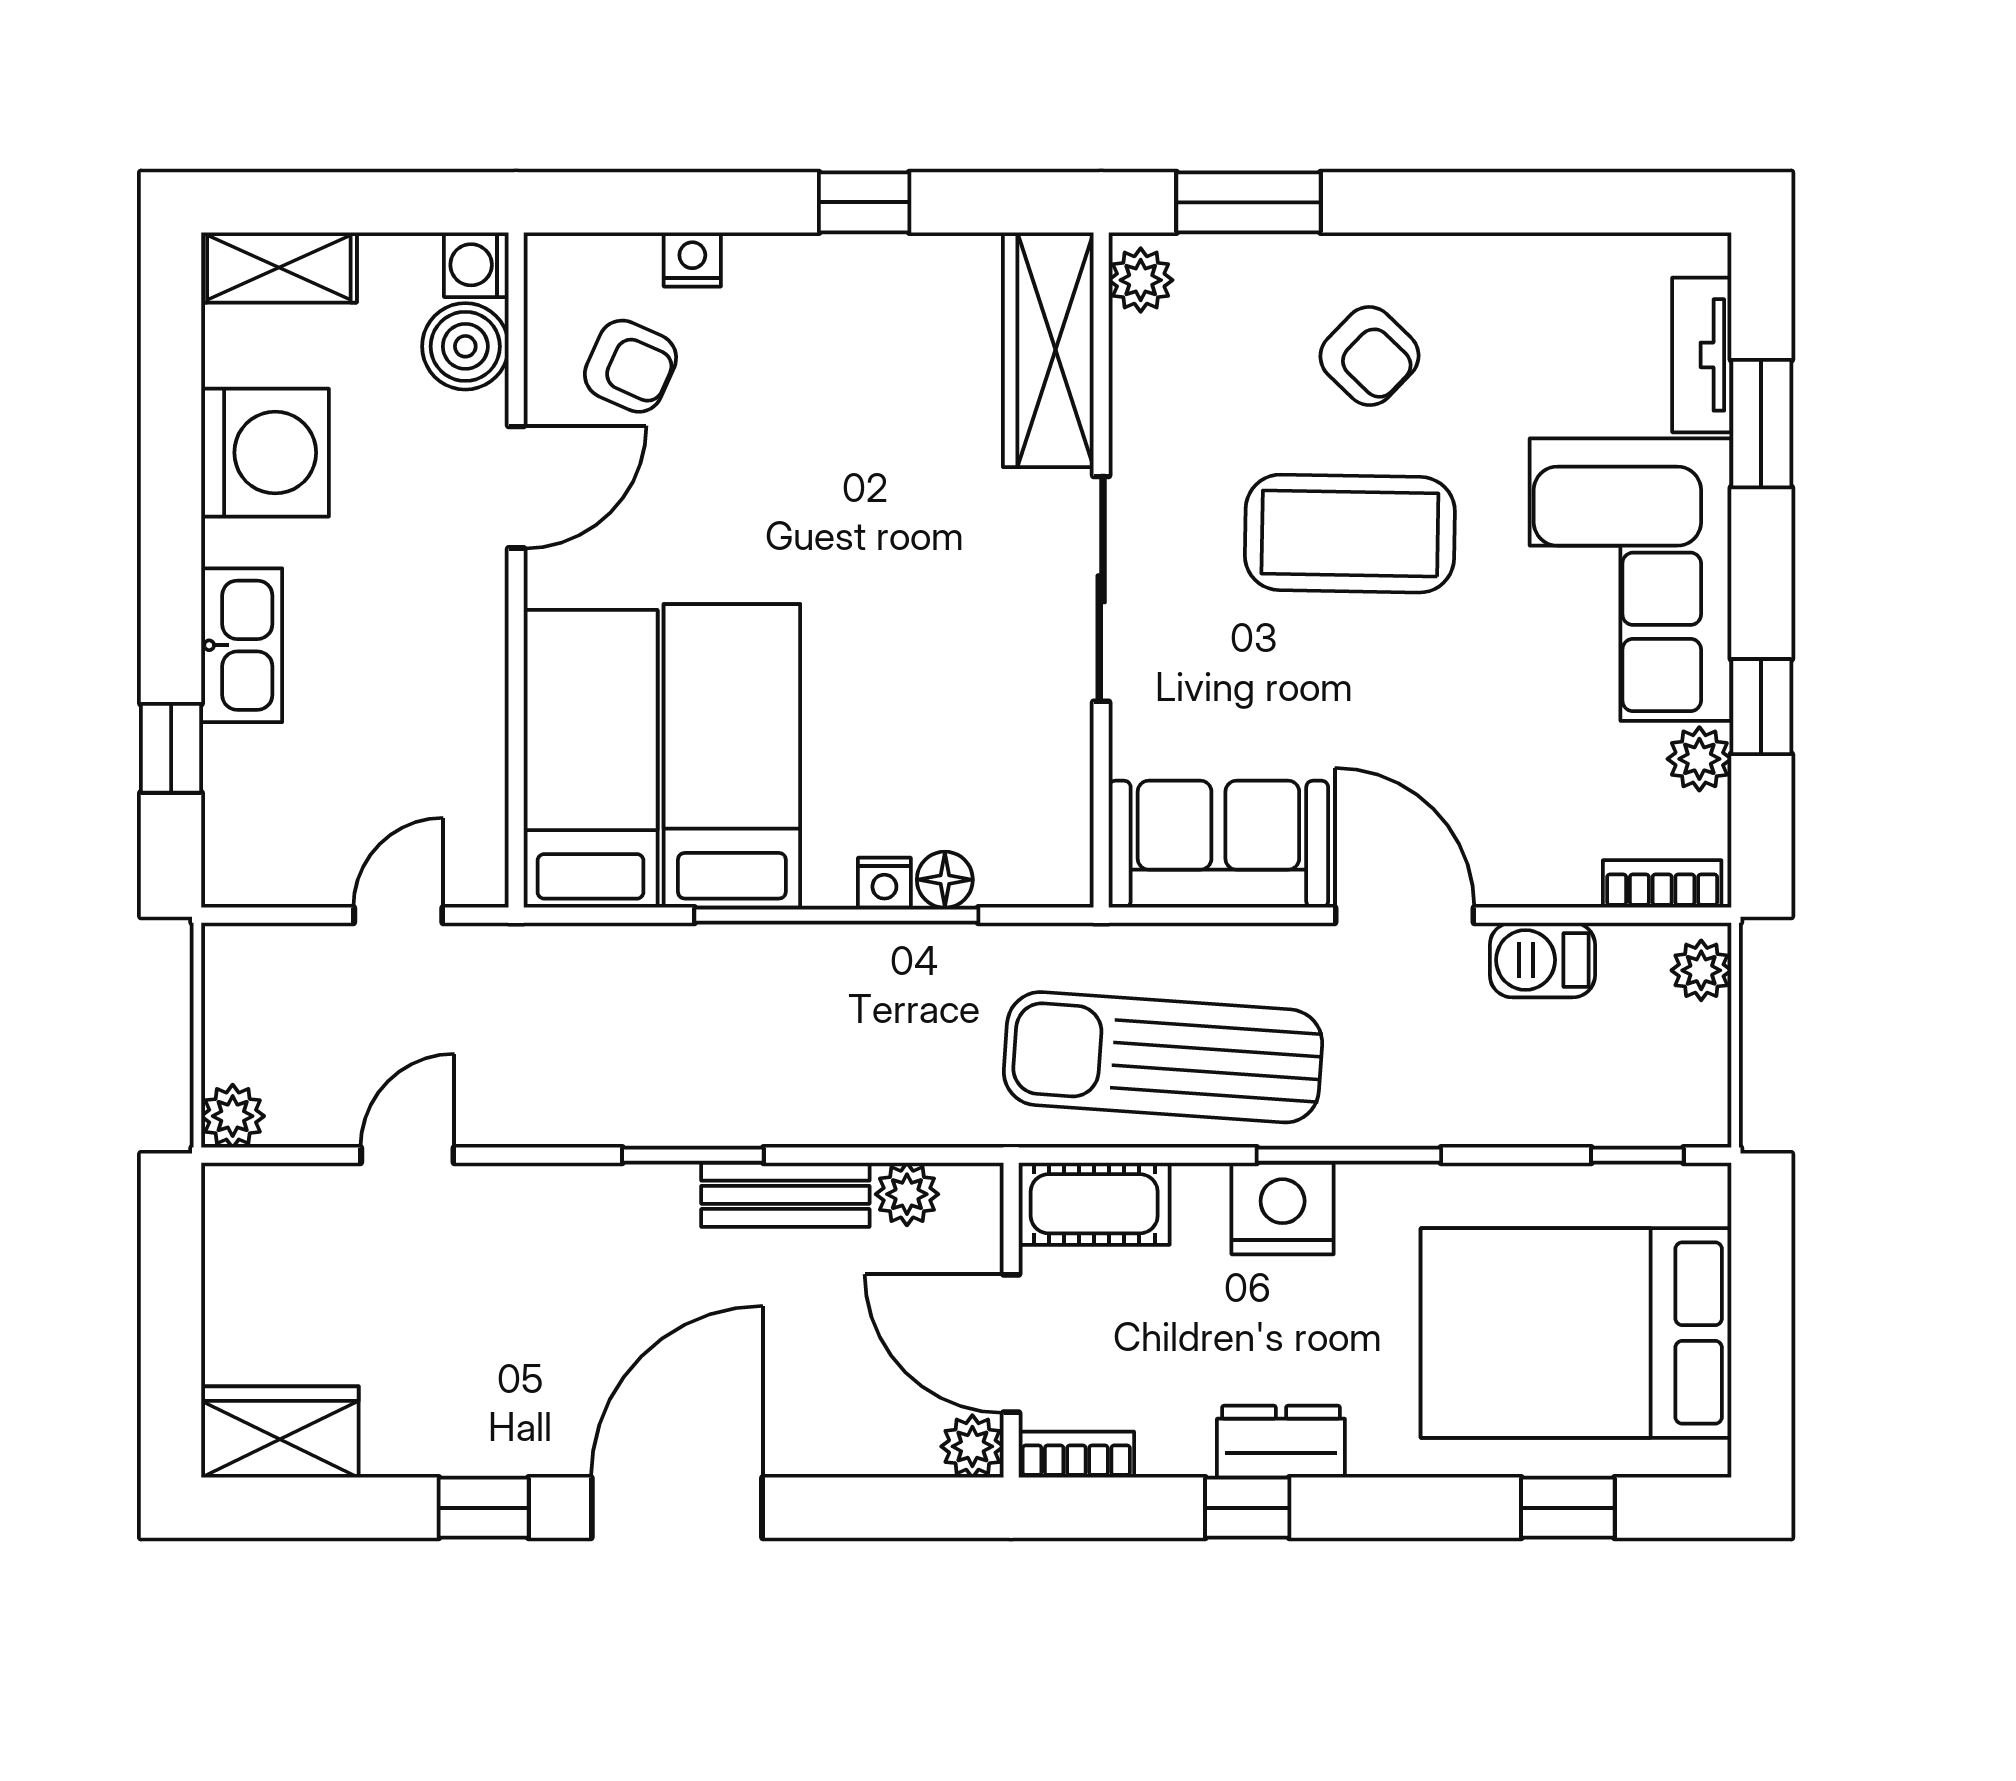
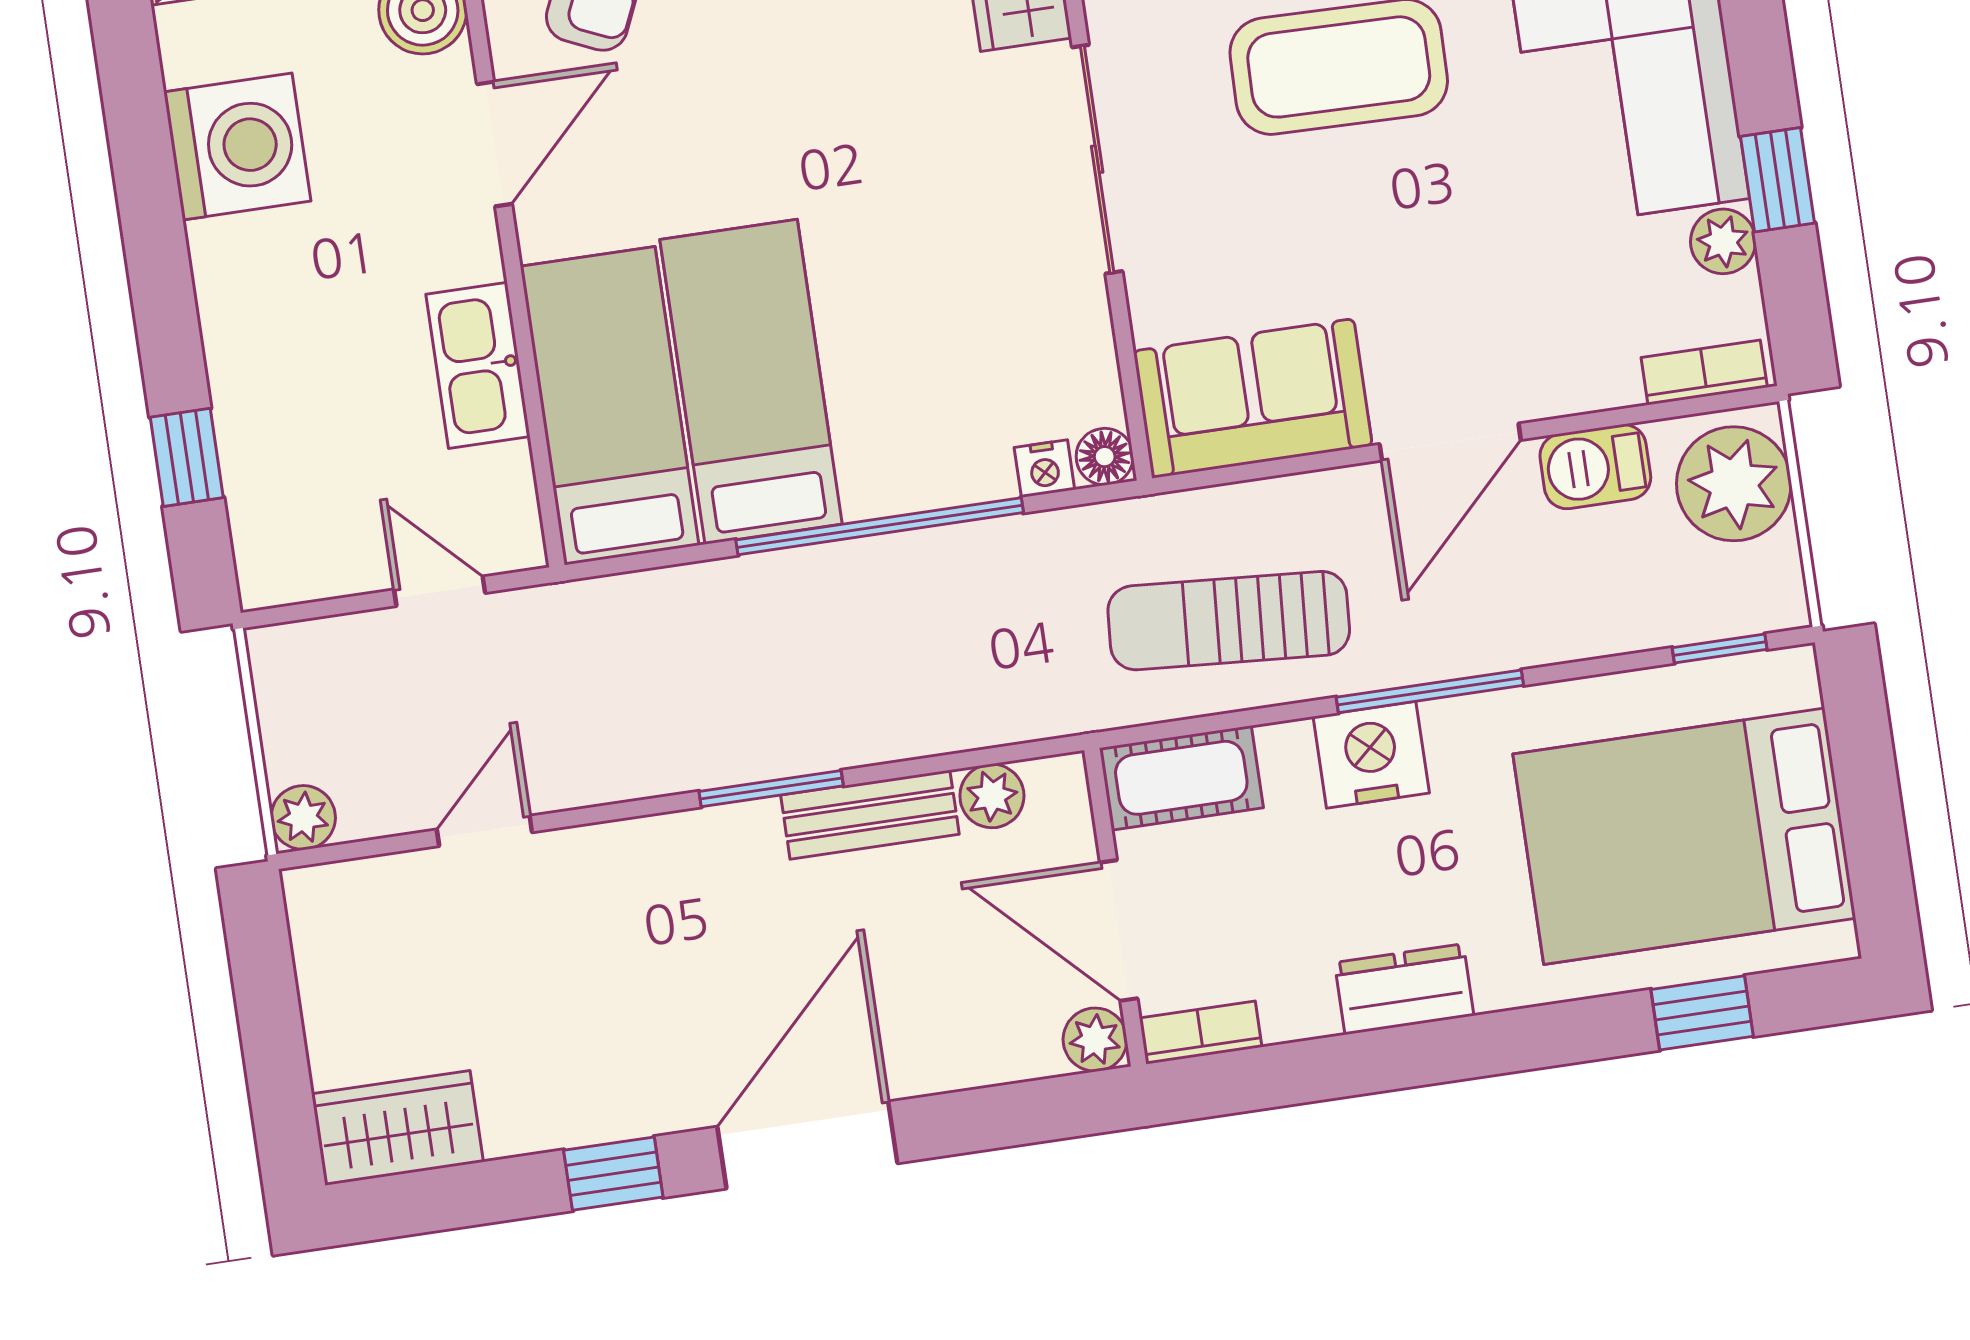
kitchen sink: (242, 645) -> (478, 365), moved, turned 180
floor lamp: (945, 880) -> (1105, 457), moved
nightstand: (884, 883) -> (1044, 469), moved
door: (398, 915) -> (440, 591), hinge flipped
door: (1405, 915) -> (1450, 442), swing flipped
plant: (1701, 970) -> (1734, 484), width x1.88, depth x1.88
sun lounger: (1163, 1057) -> (1229, 621), width x0.73, depth x0.75
window: (1247, 1508) -> (1380, 1060), removed

